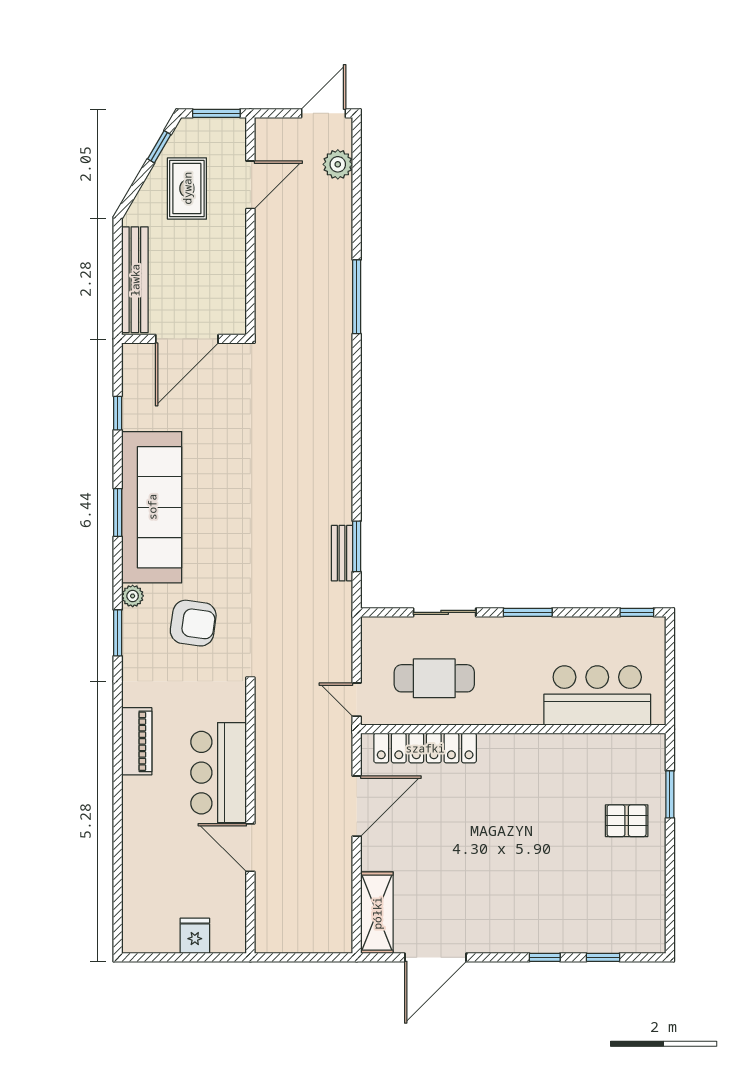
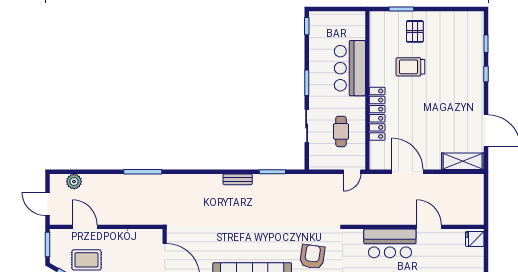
door: (323, 113) -> (47, 204), moved
bench: (342, 553) -> (238, 179), moved
cafe table: (434, 678) -> (341, 131), width x0.73, depth x0.74
bar counter: (597, 695) -> (350, 68), moved
locker: (425, 748) -> (377, 114), moved
trolley: (559, 812) -> (410, 67), added
door: (250, 848) -> (429, 227), swing flipped
fridge: (195, 936) -> (475, 239), moved

